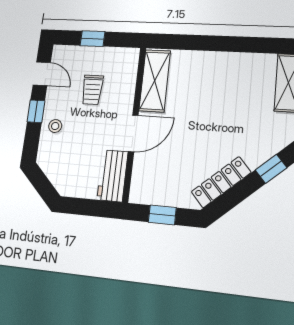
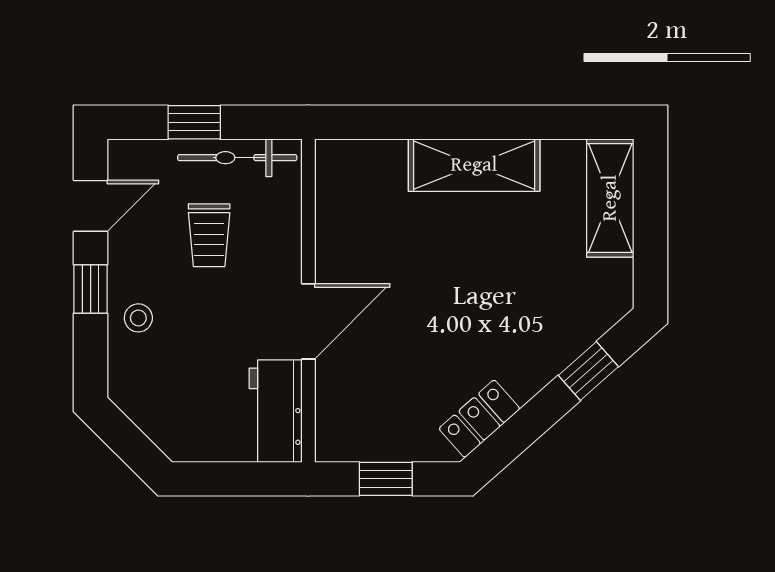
bicycle: (110, 55) -> (237, 158), added
door: (42, 74) -> (91, 206), hinge flipped
shelving: (155, 81) -> (474, 165), moved, turned 90
locker: (221, 182) -> (479, 419), width x0.66

